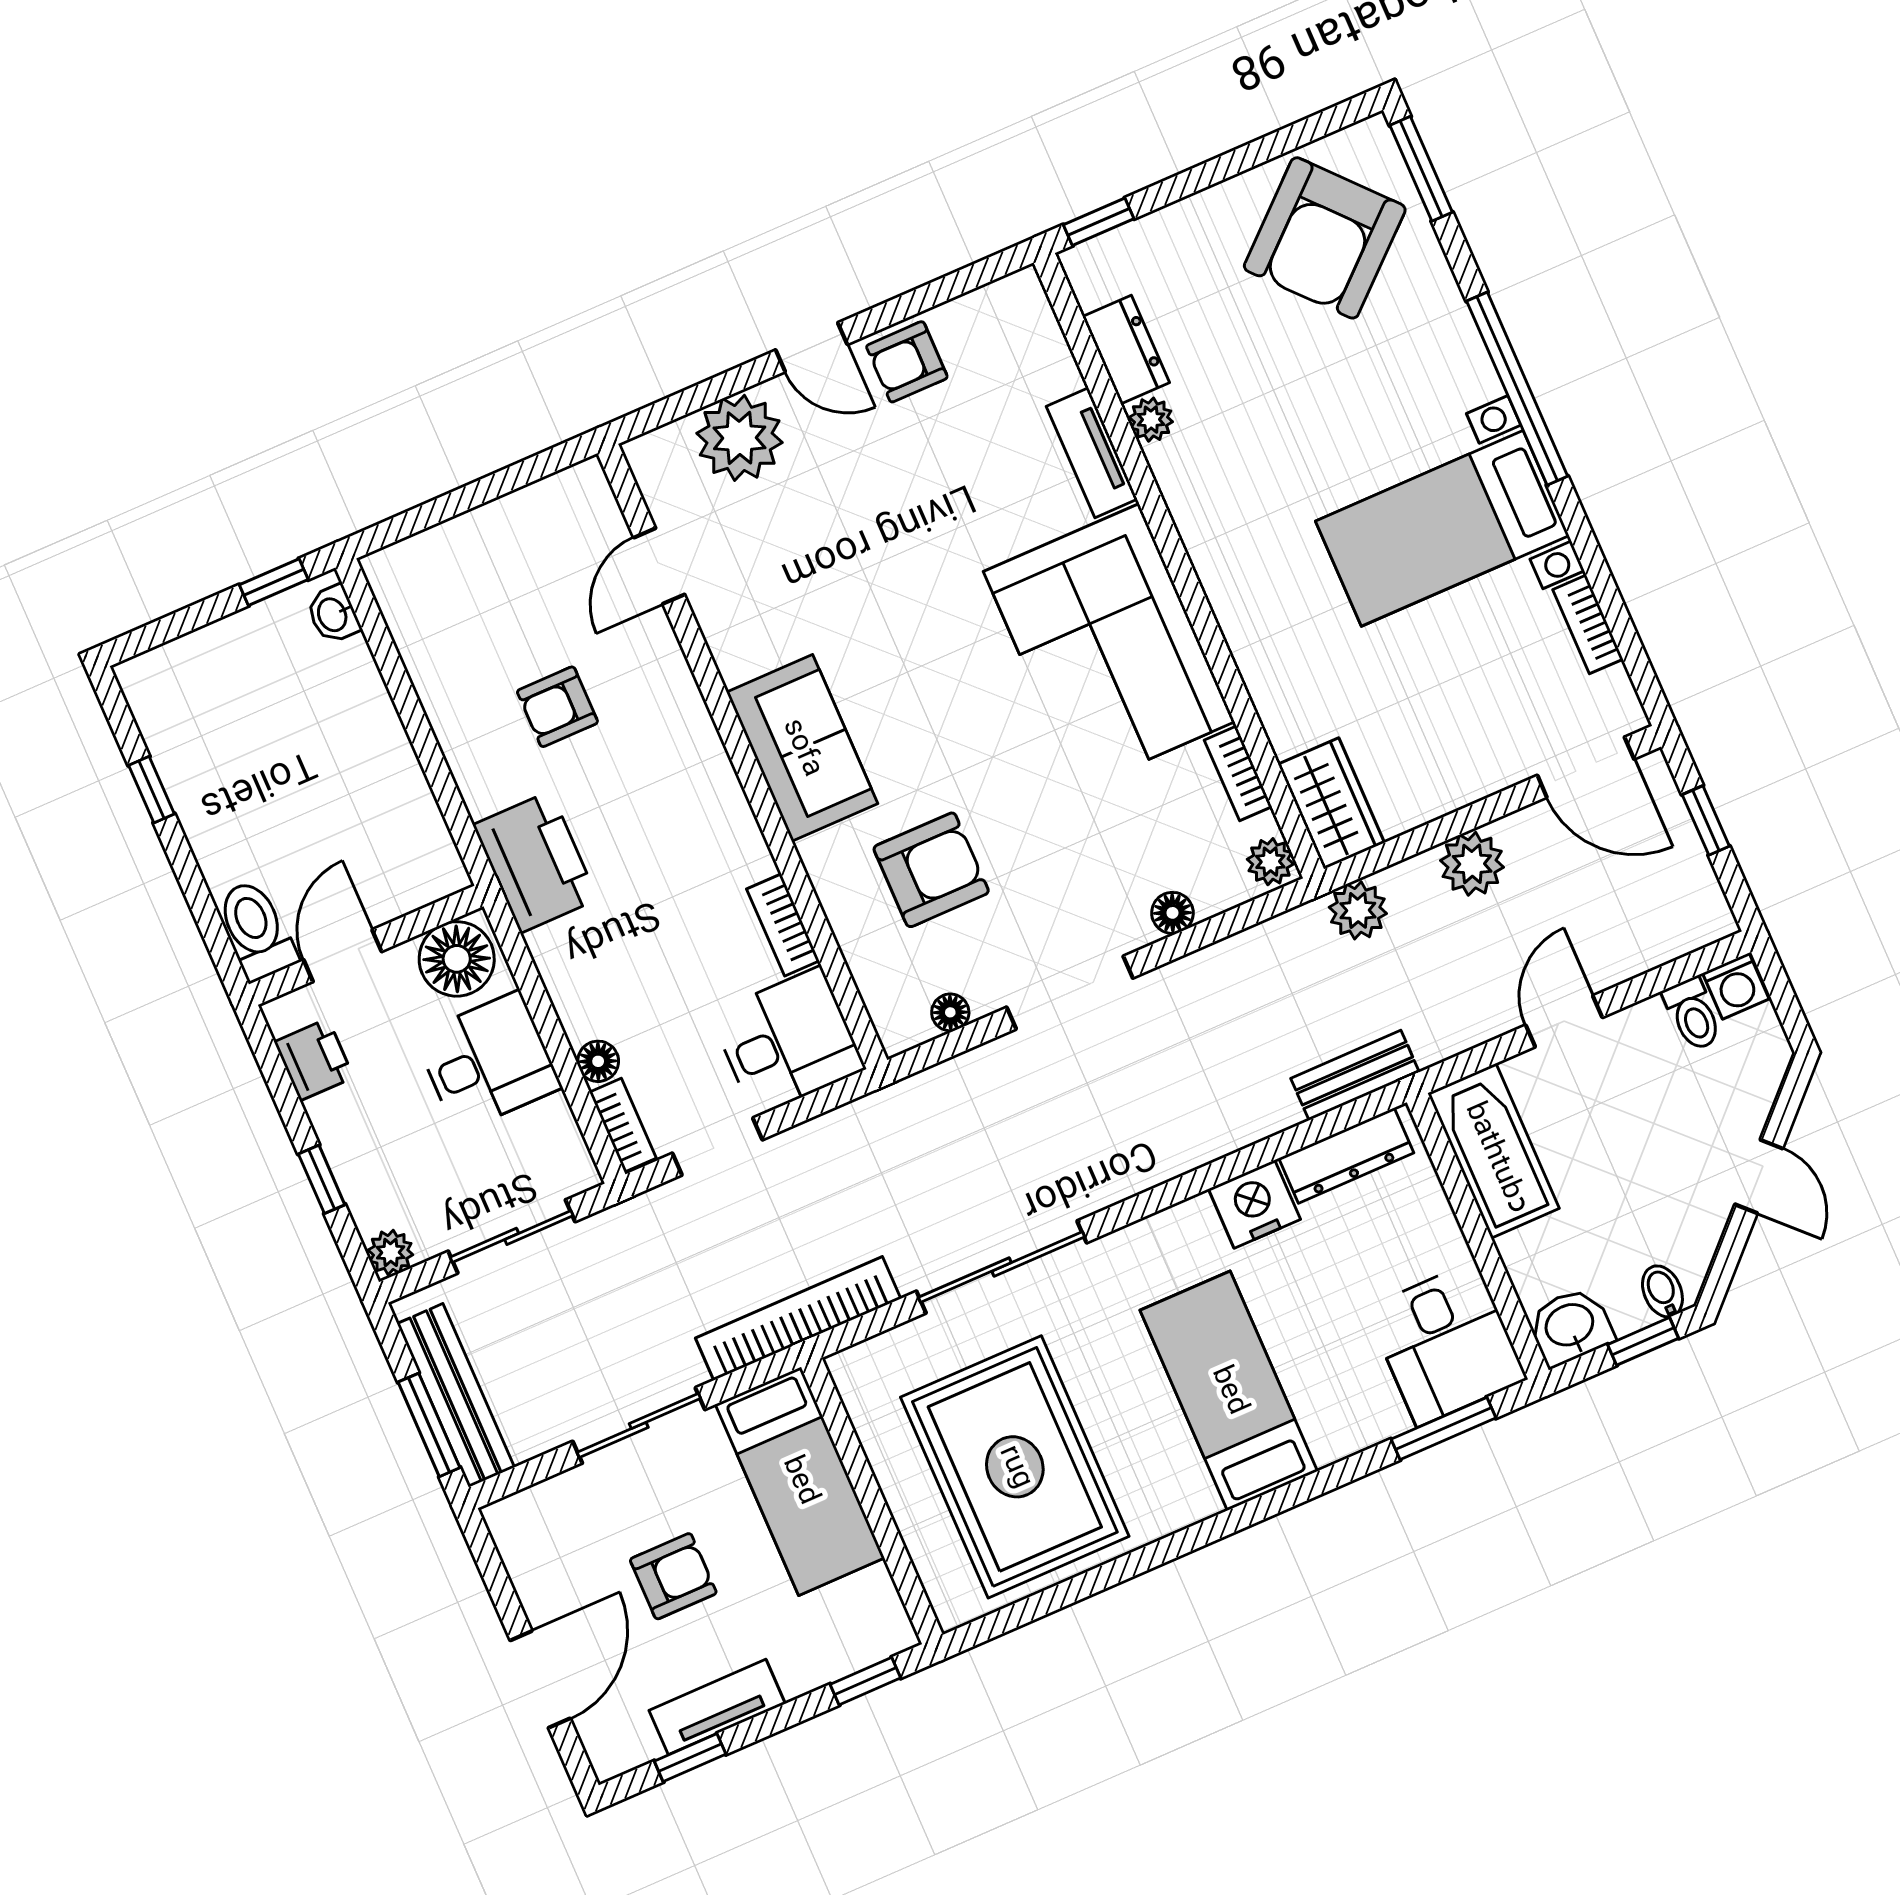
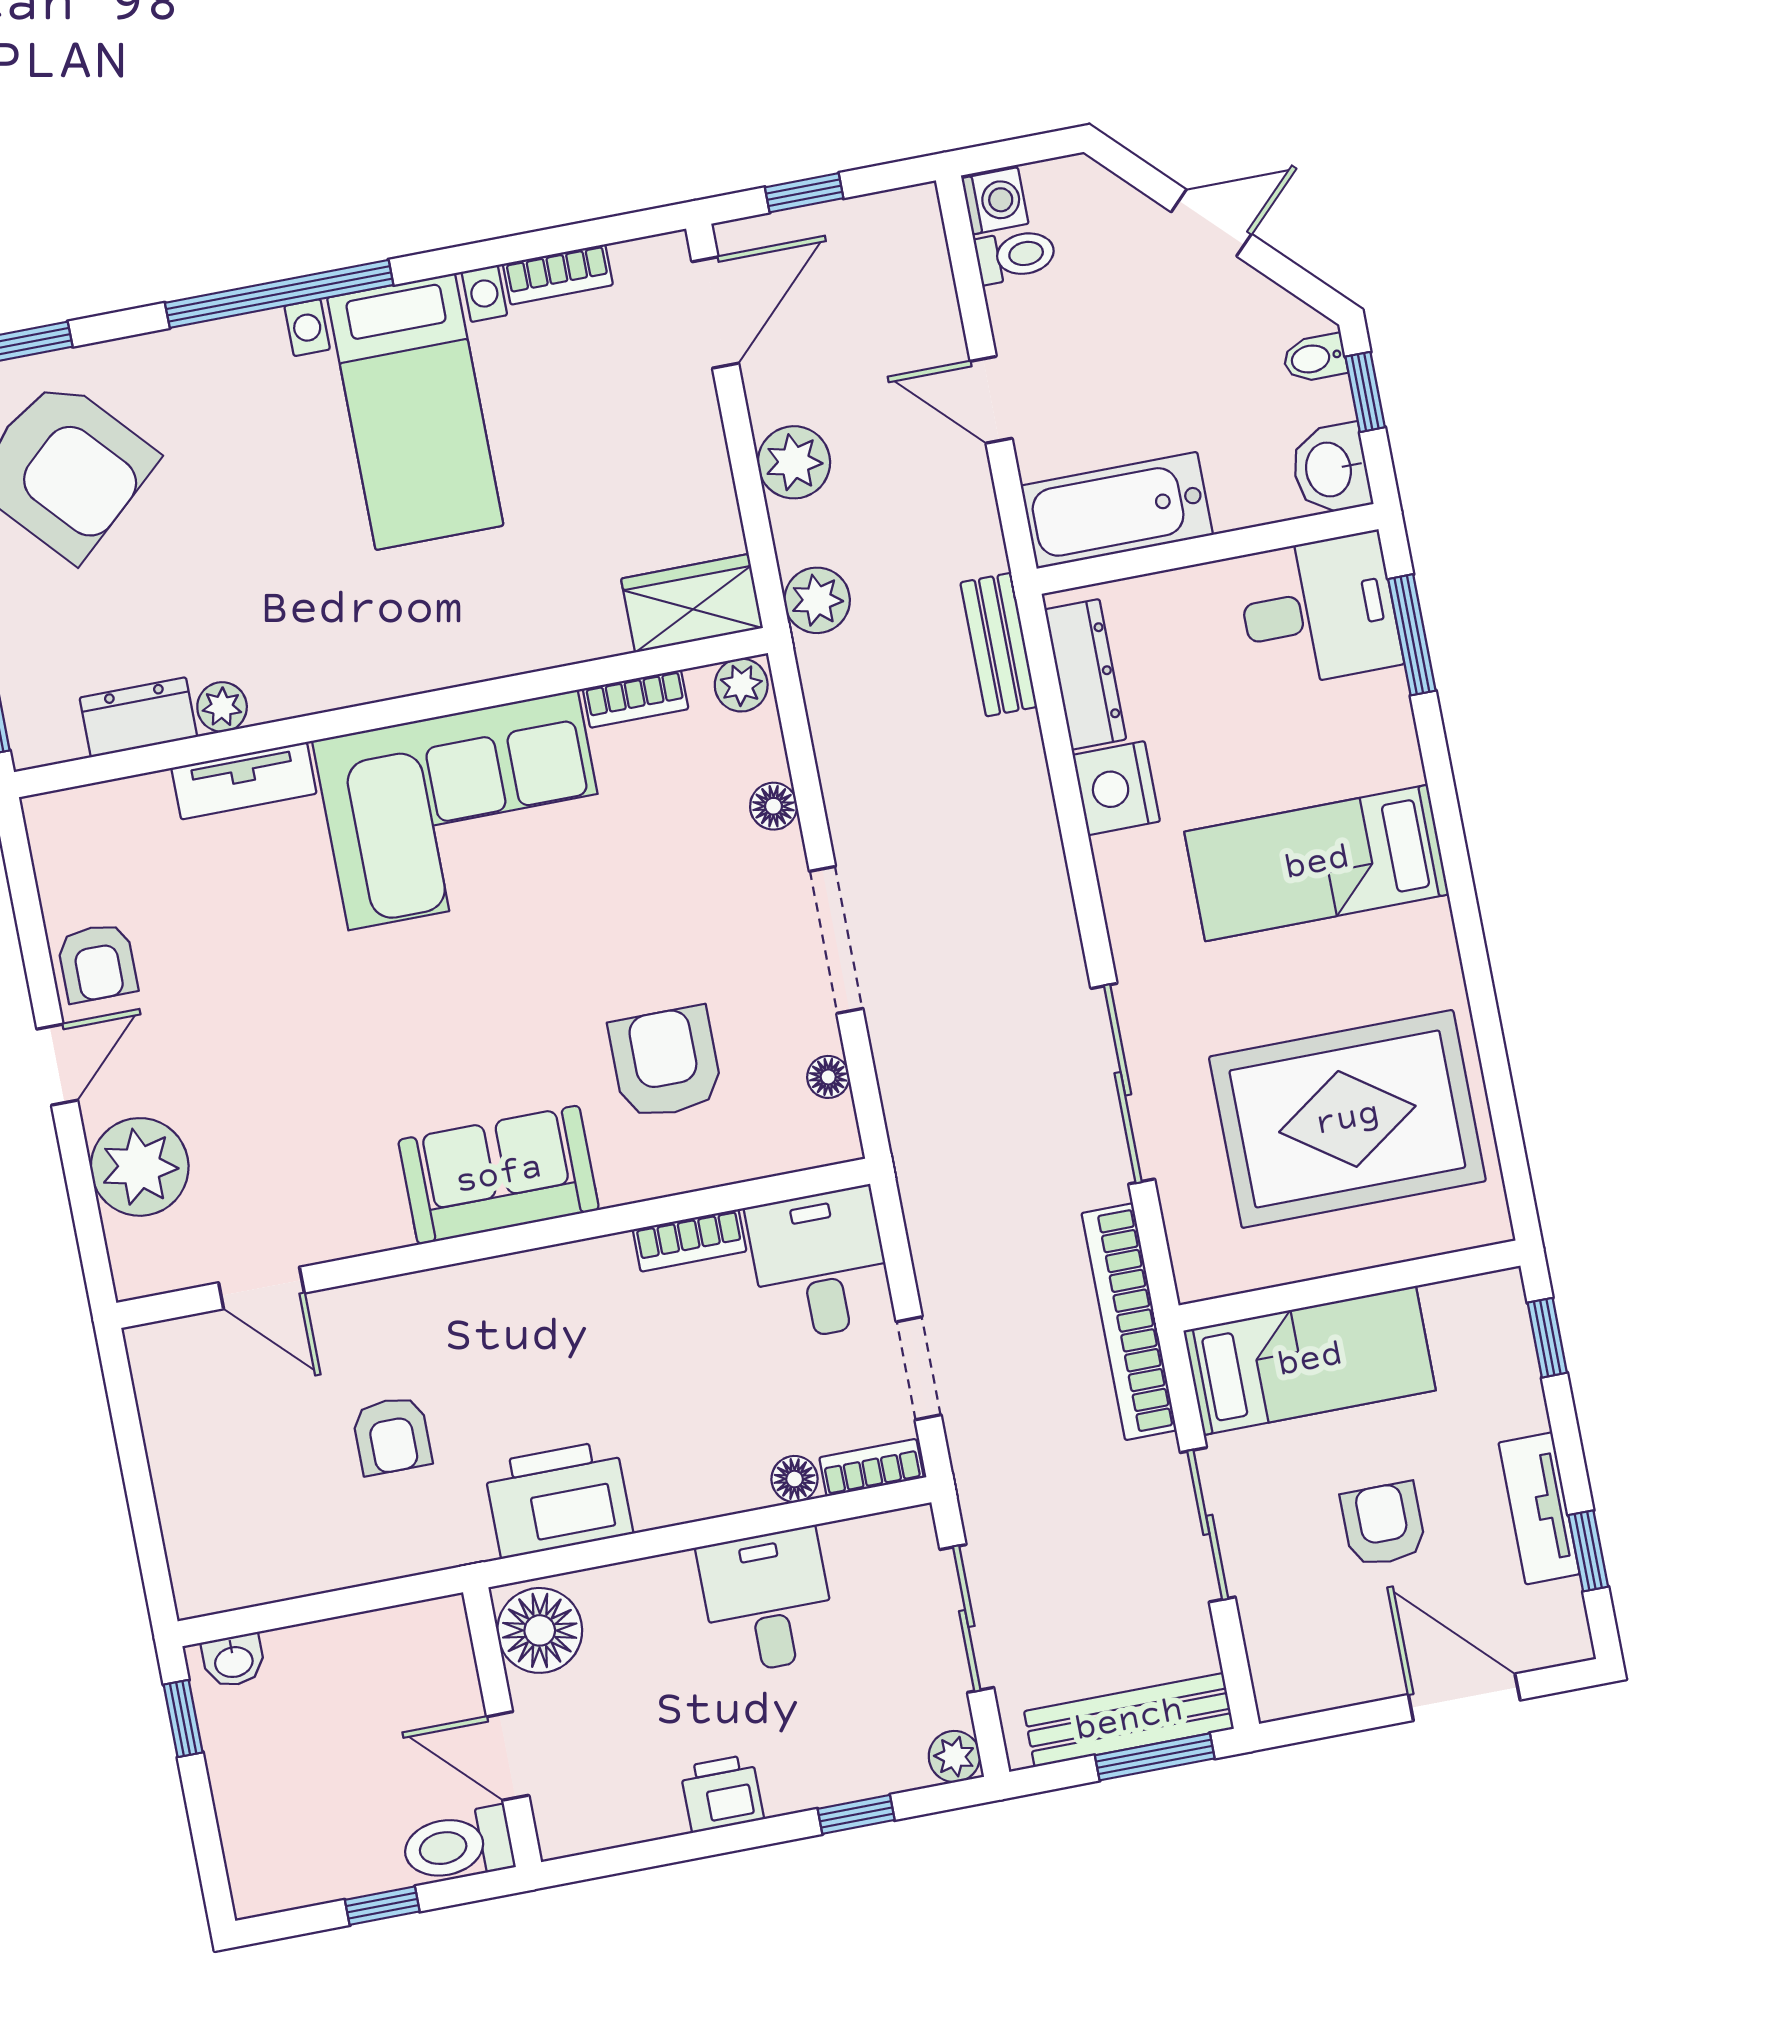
toilet: (256, 930) -> (458, 1845), moved
wall: (366, 945) -> (502, 1727), moved
door: (343, 956) -> (508, 1756), moved
floor lamp: (457, 959) -> (540, 1630), moved

